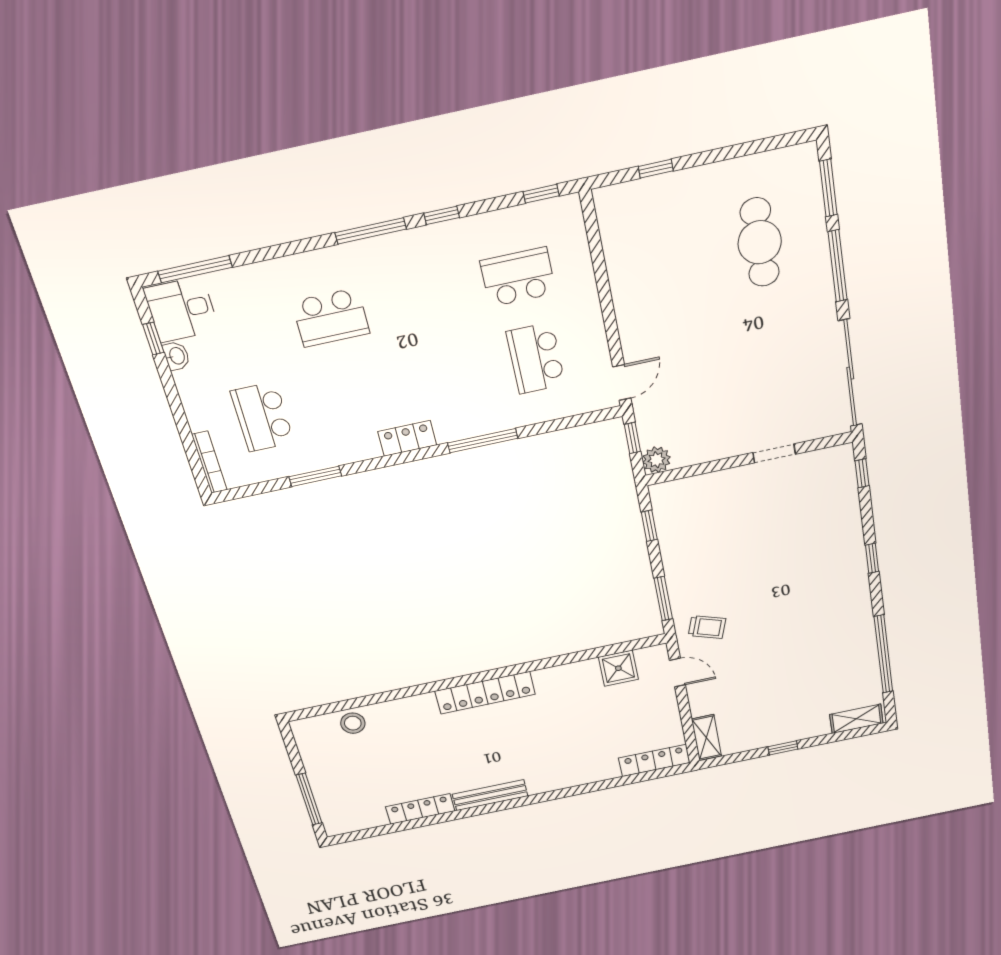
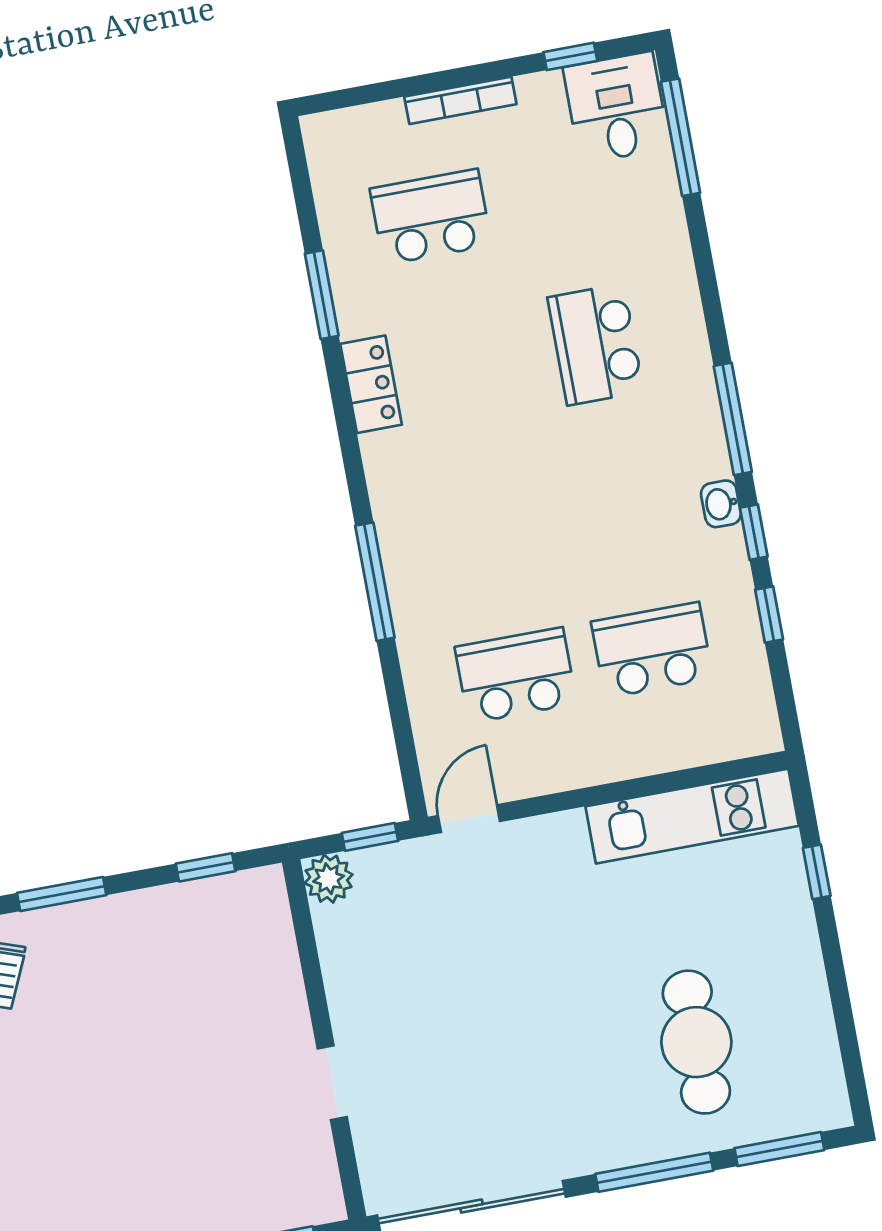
window: (541, 194) -> (769, 615), moved
cafe table: (760, 242) -> (696, 1042), turned 90
kitchen unit: (620, 249) -> (692, 816), added
school desk: (518, 277) -> (652, 650), turned -90
washbasin: (176, 356) -> (721, 504), moved, turned 90
door: (622, 382) -> (469, 819), swing flipped
locker: (407, 438) -> (371, 384), moved
bookcase: (209, 462) -> (460, 100), moved

